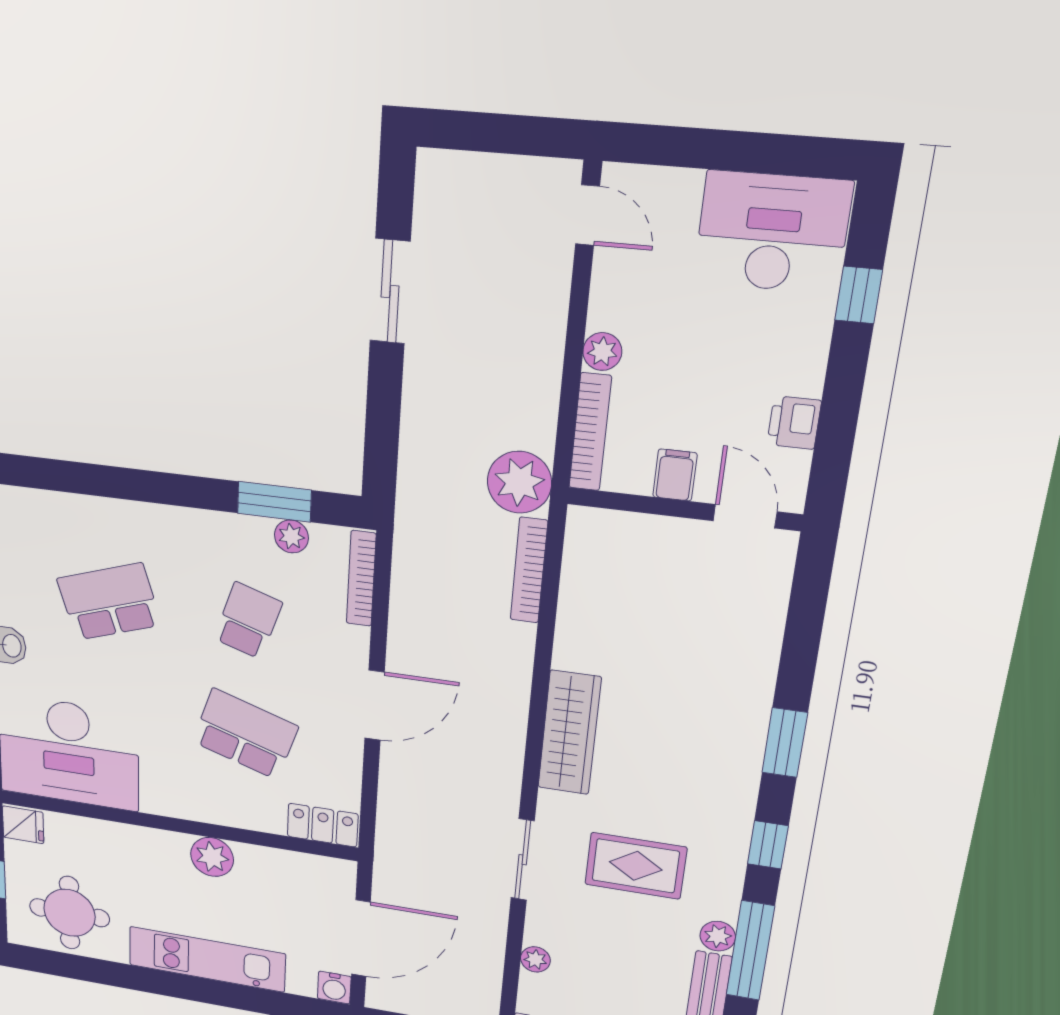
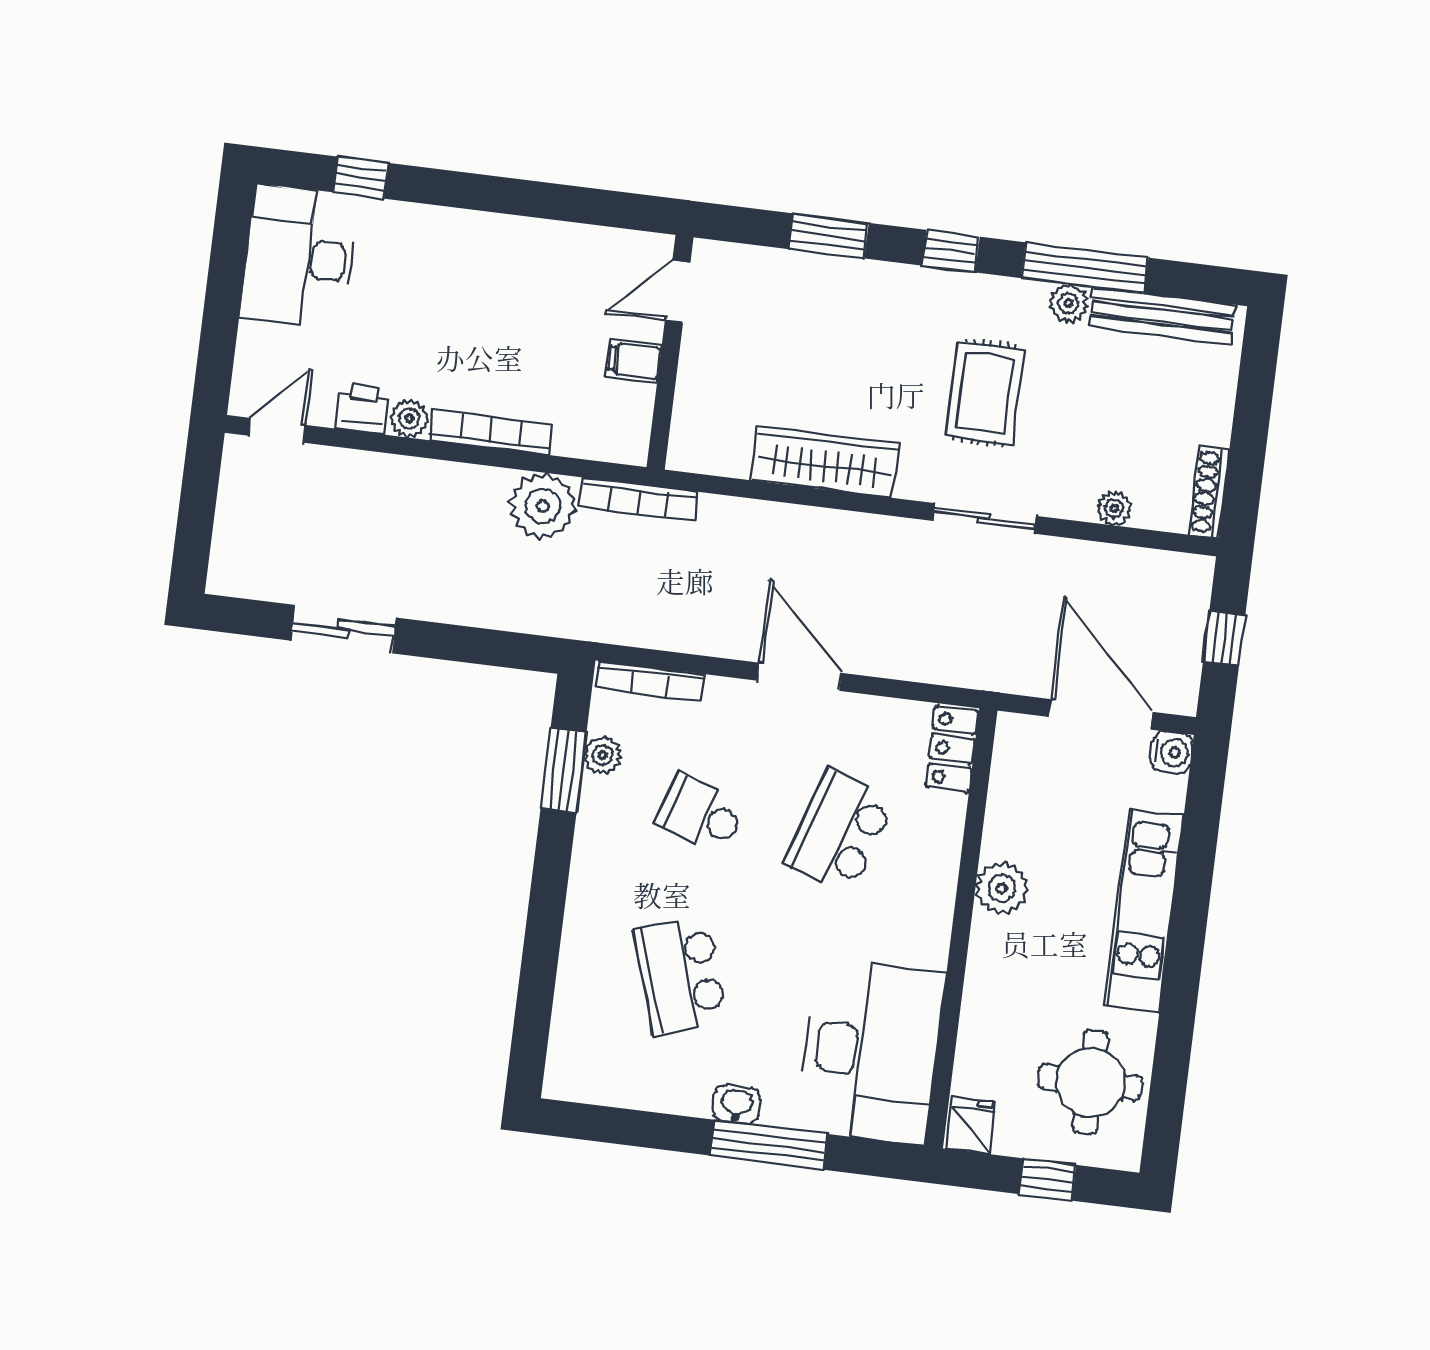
printer: (794, 423) -> (363, 409), moved, turned 180
filing cabinet: (675, 475) -> (634, 361), moved
wall: (684, 509) -> (670, 352), moved
door: (745, 516) -> (678, 292), moved

